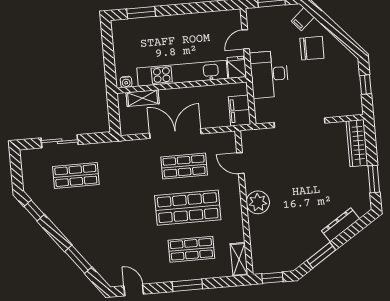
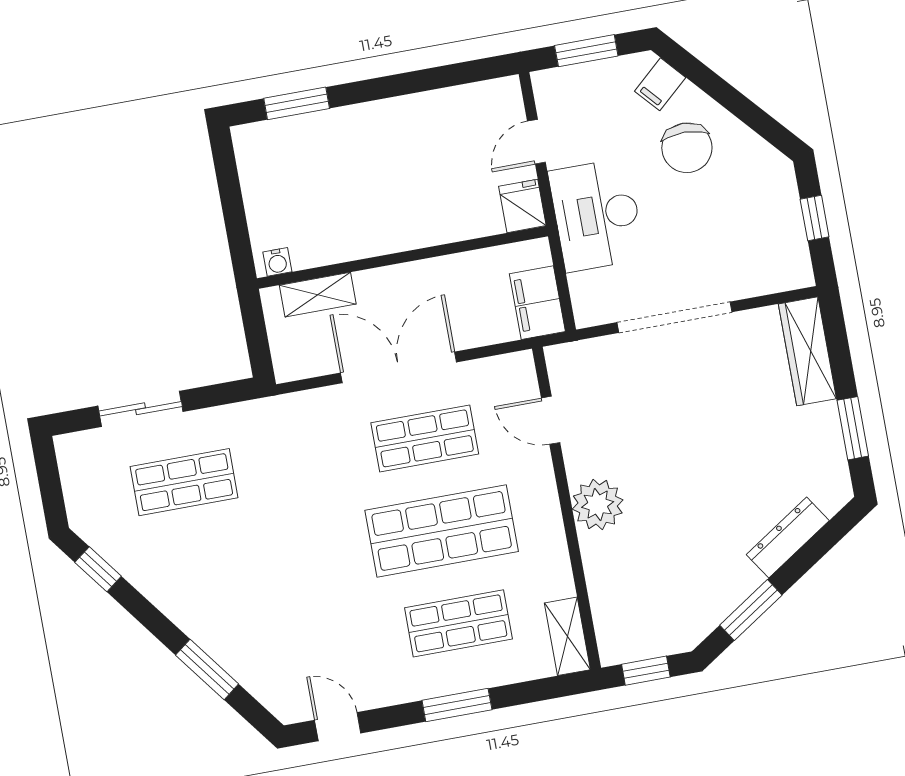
chair: (312, 48) -> (687, 148), turned 91
kitchen unit: (182, 73) -> (401, 231), removed

